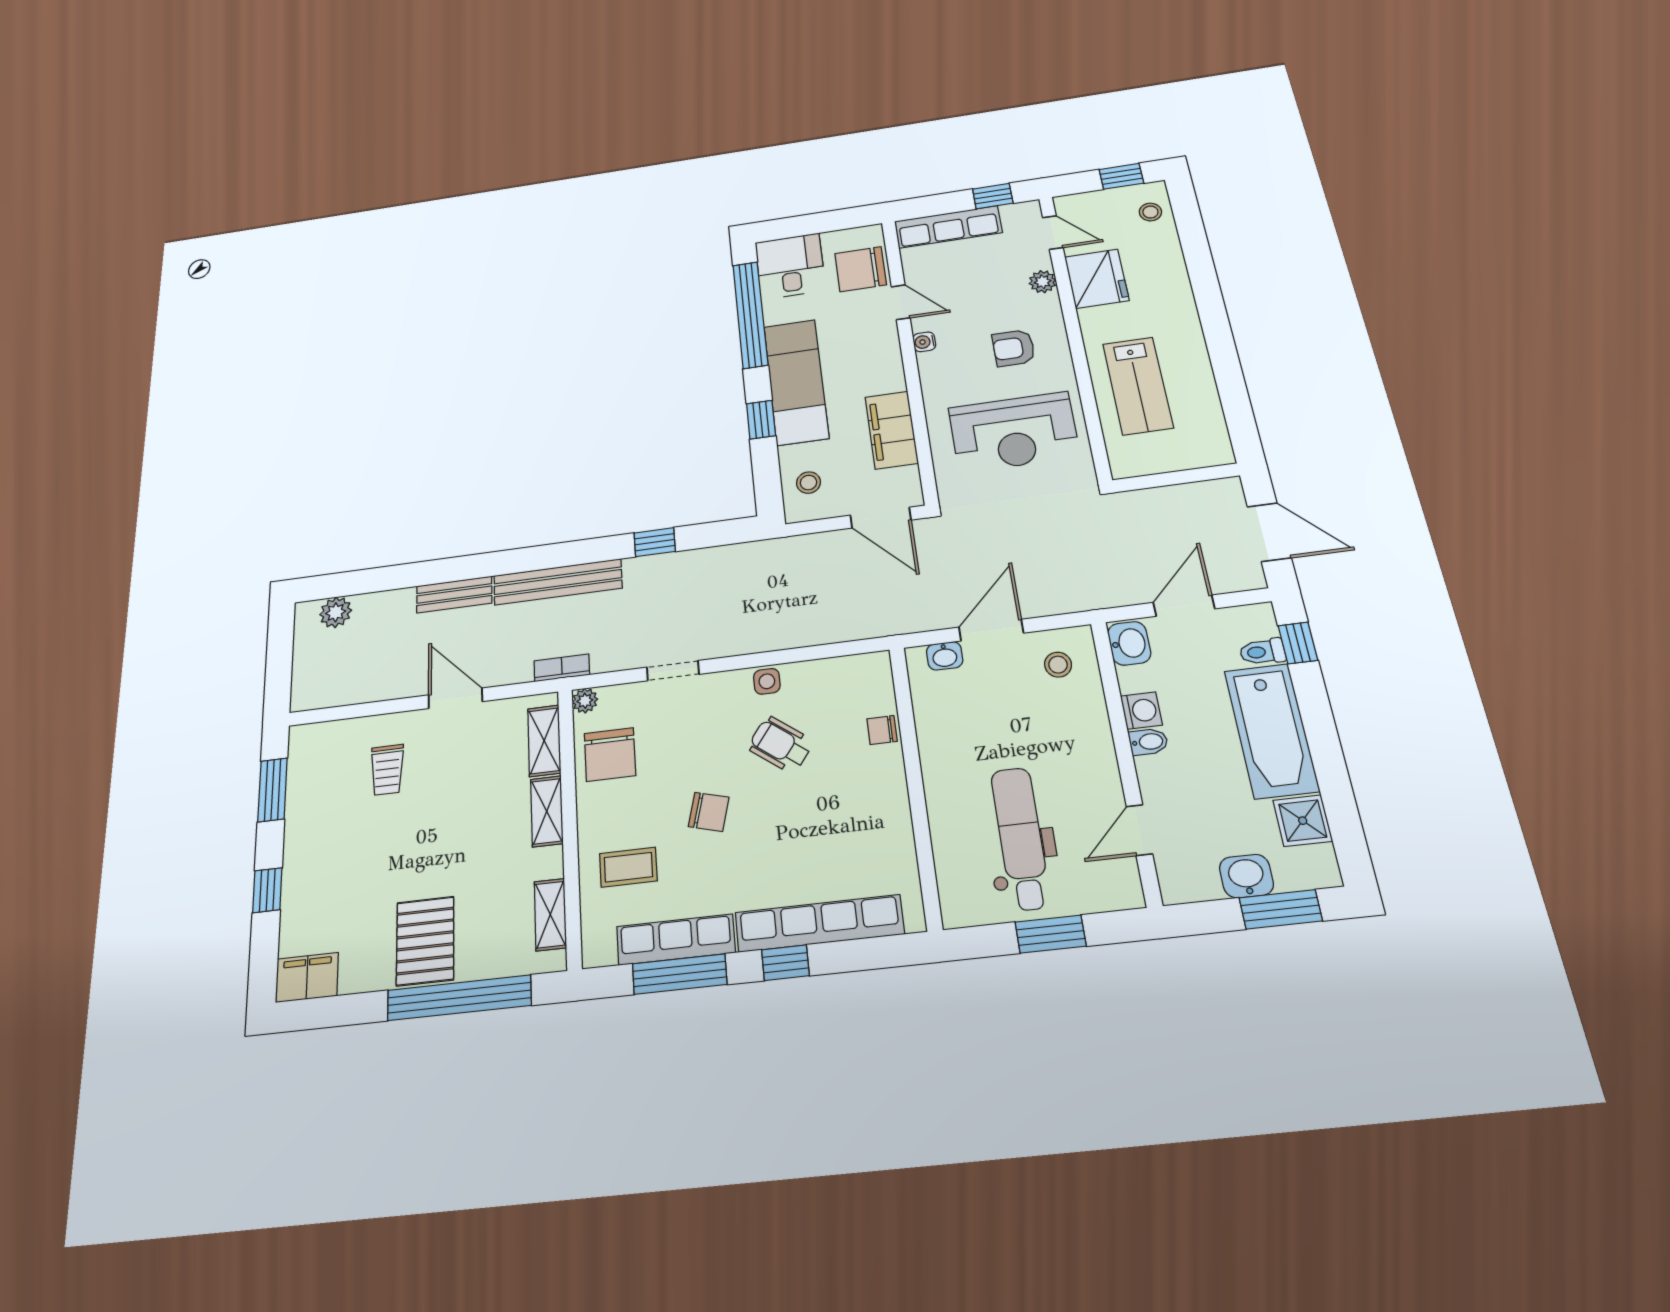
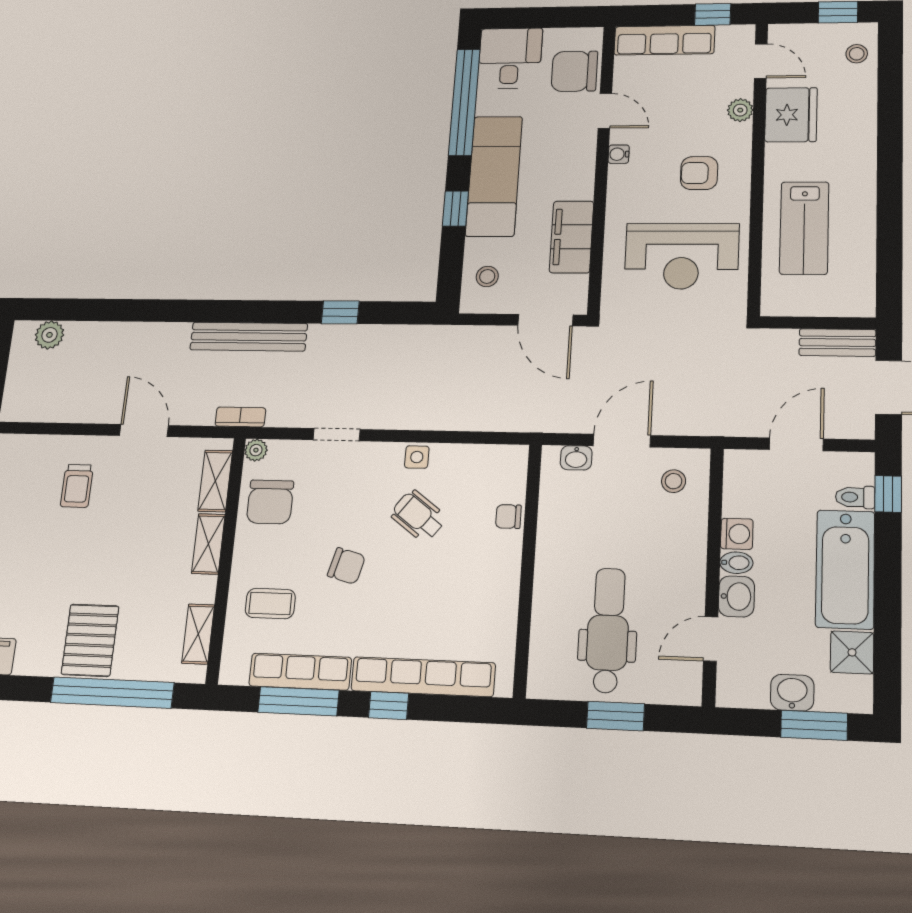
bench: (454, 595) -> (837, 342), moved
washbasin: (1129, 643) -> (736, 596), moved

